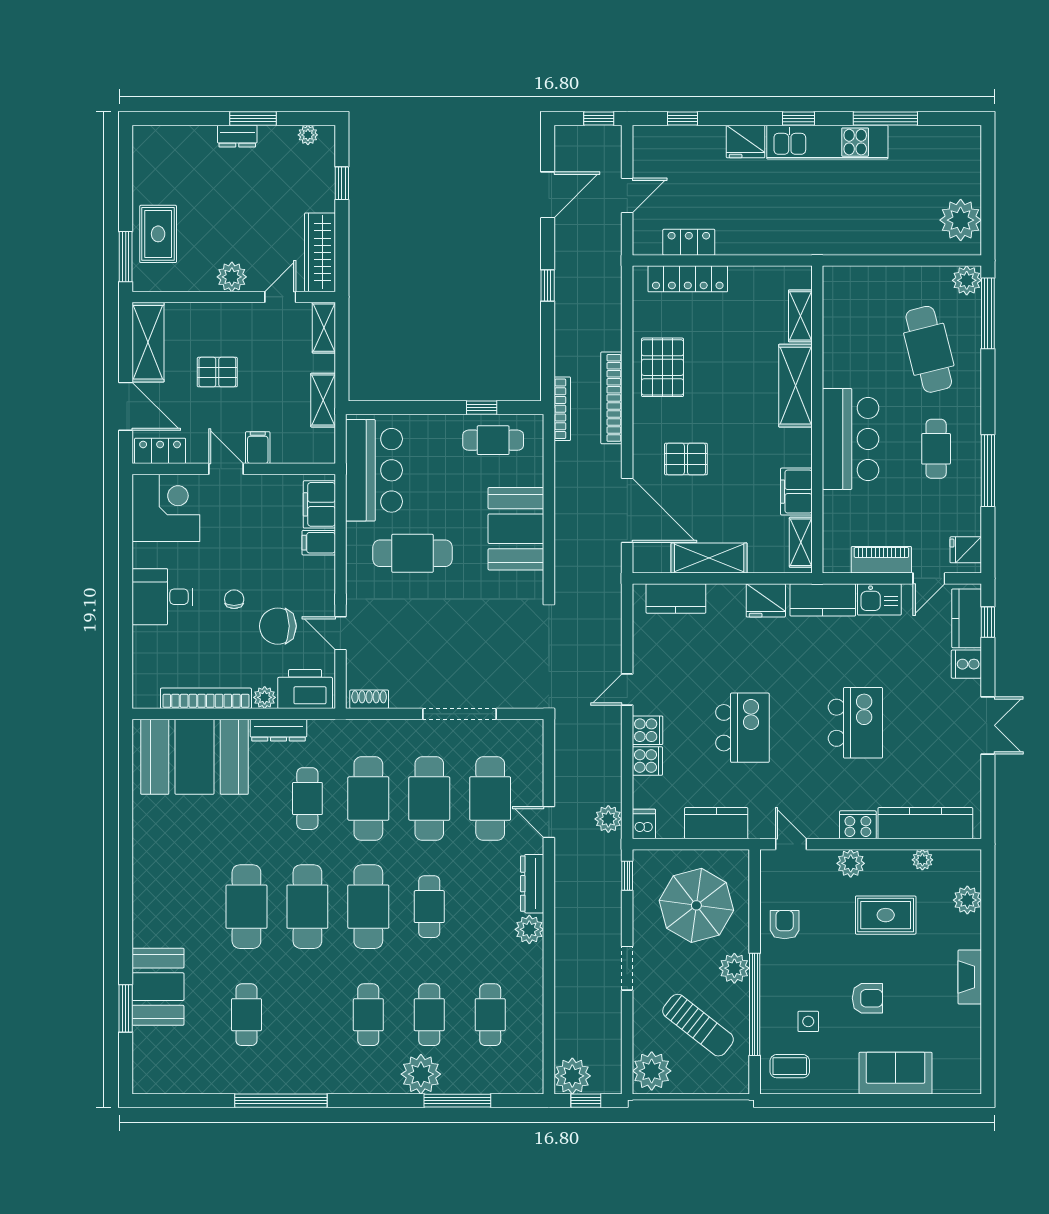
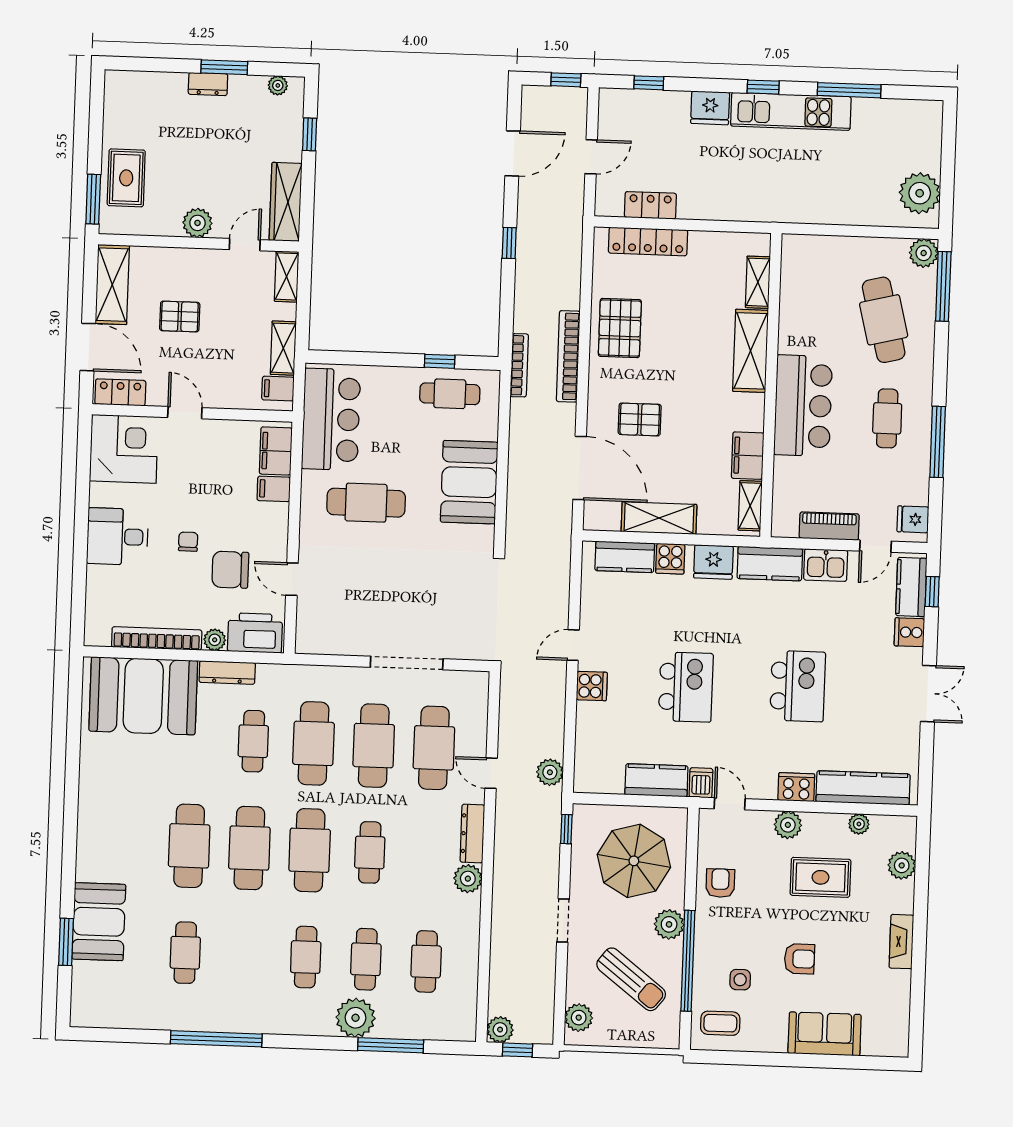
filing cabinet: (258, 448) -> (278, 389), moved, turned -90
shoe rack: (369, 699) -> (318, 645), removed
cooker: (647, 761) -> (670, 559), moved, turned 90
dishwasher: (644, 824) -> (701, 783), moved
plant: (652, 1071) -> (579, 1018), width x0.73, depth x0.73
plant: (572, 1076) -> (500, 1030), width x0.73, depth x0.73

